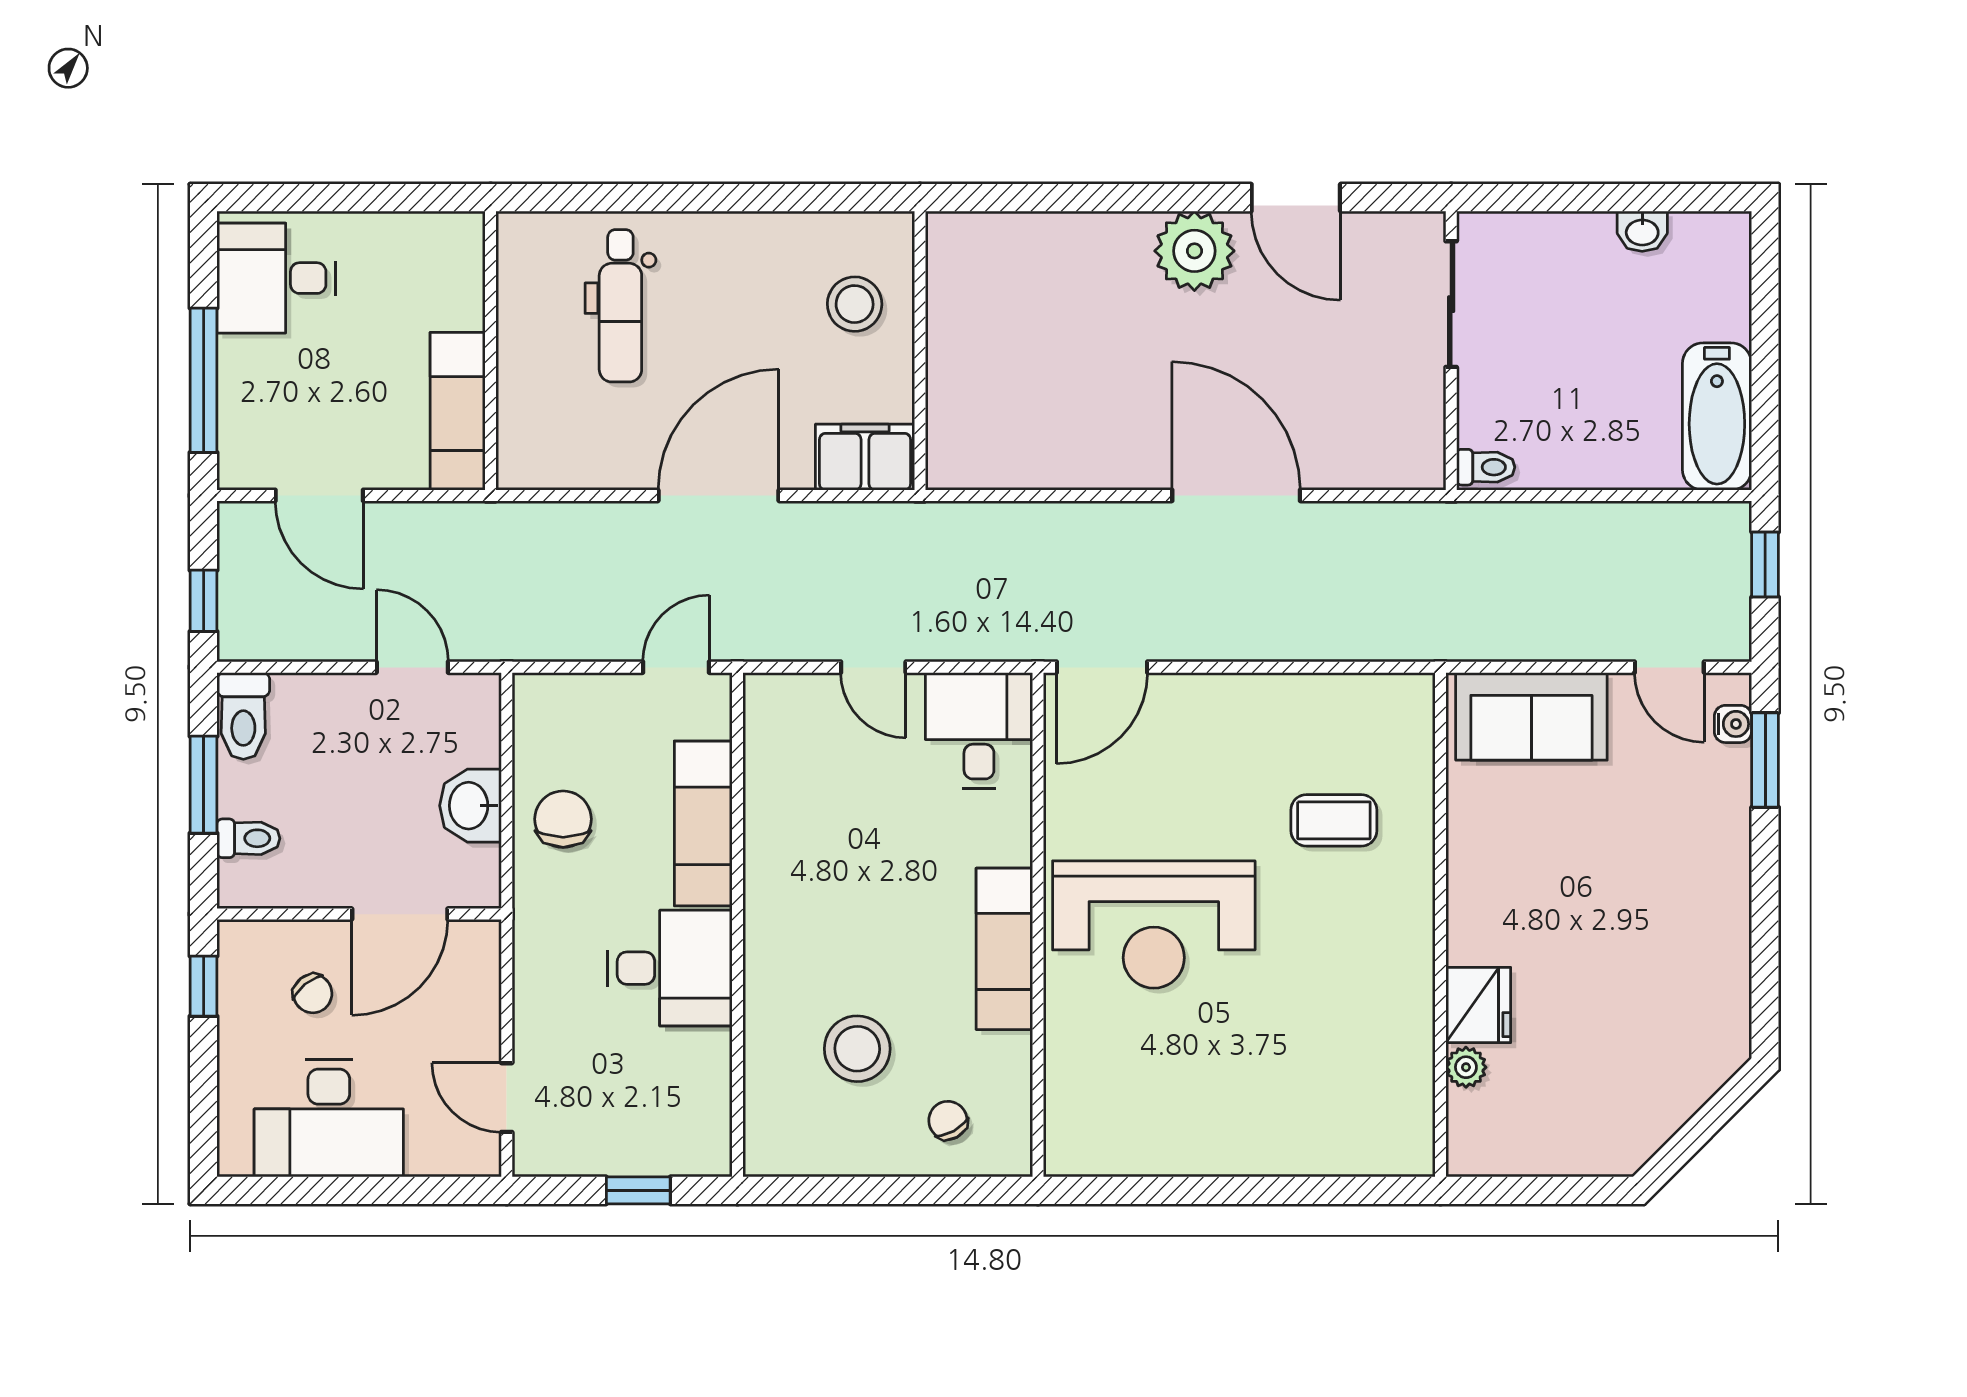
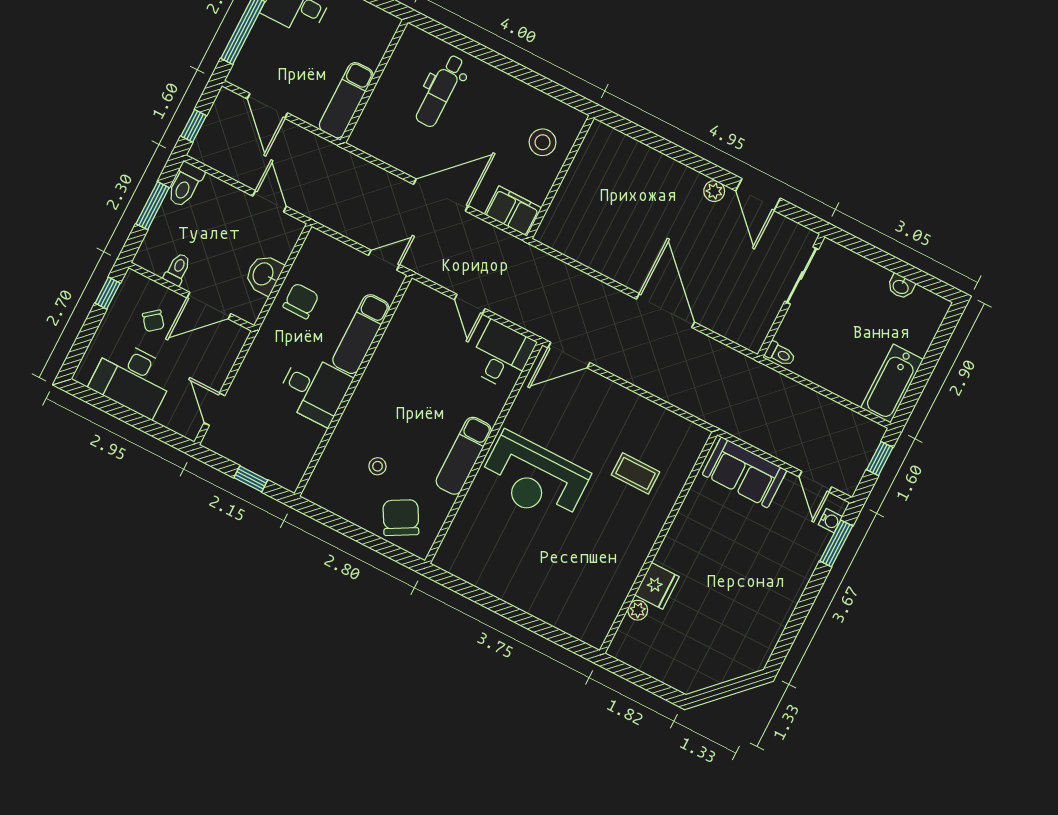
plant: (1194, 251) -> (714, 191), width x0.53, depth x0.53
toilet: (248, 838) -> (177, 269), moved, turned -90
stool: (857, 1049) -> (378, 466), width x0.53, depth x0.53
chair: (948, 1120) -> (401, 518), width x1.87, depth x1.87

